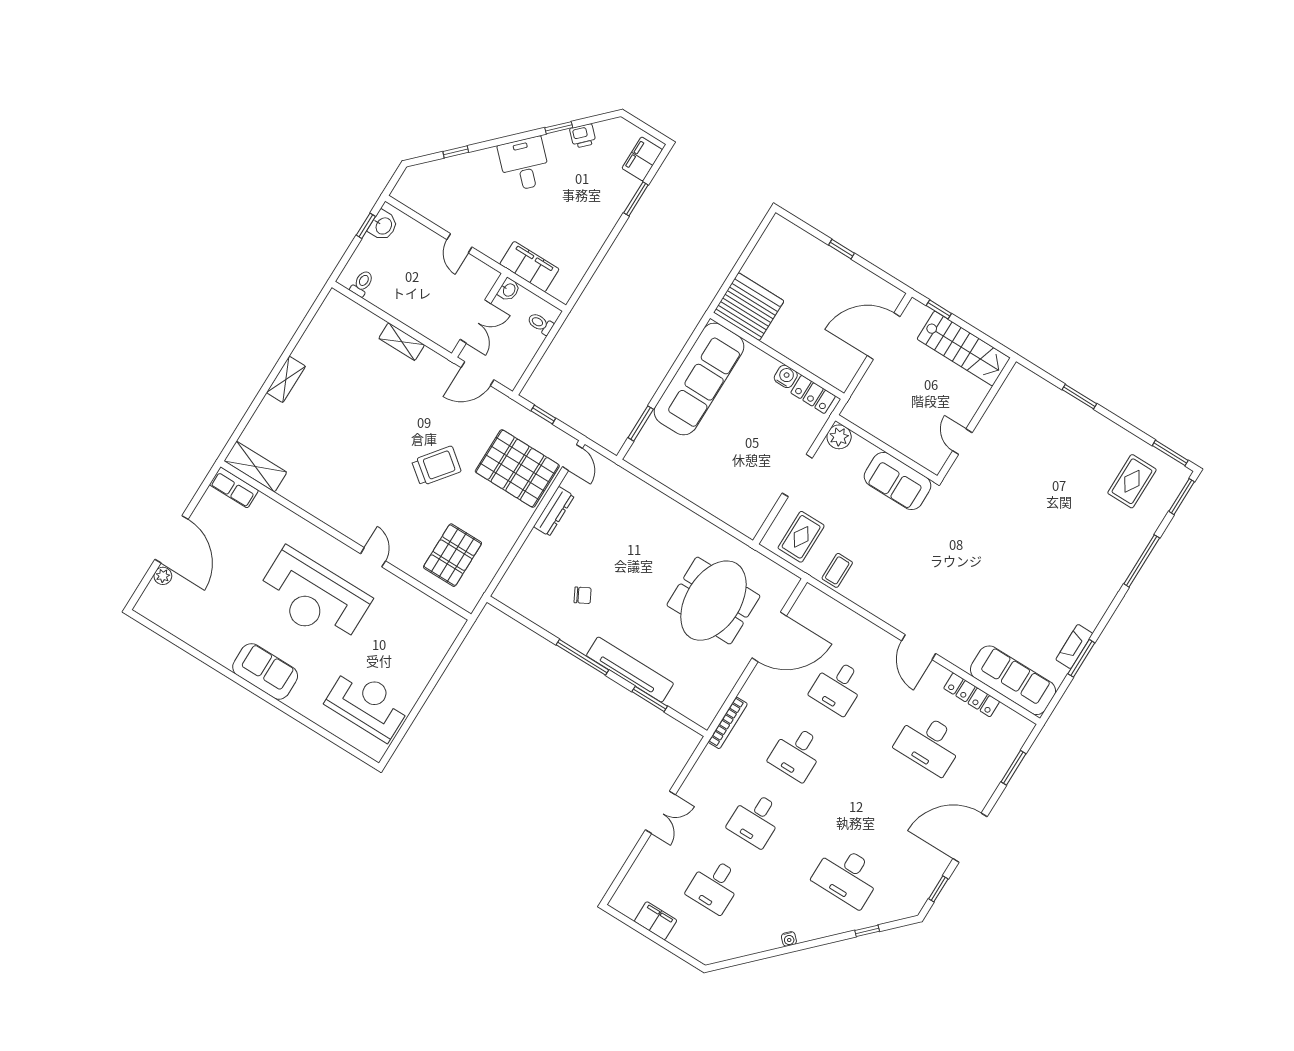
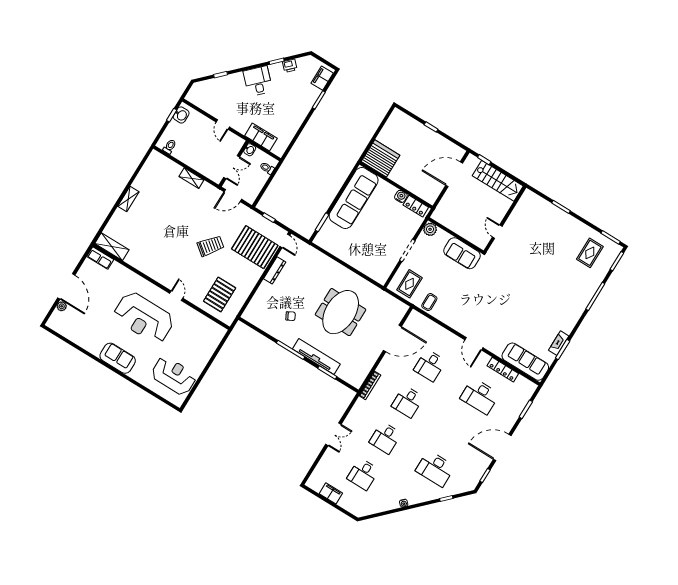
meeting table: (713, 601) -> (341, 312), moved

